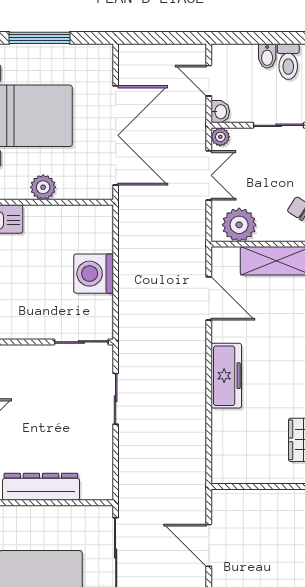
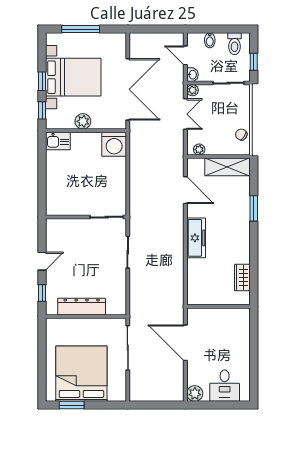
bidet: (267, 56) -> (210, 40), moved
plant: (239, 225) -> (199, 149), width x0.53, depth x0.53
washing machine: (94, 274) -> (114, 144), moved, turned -90
door: (209, 545) -> (185, 343), width x1.36

